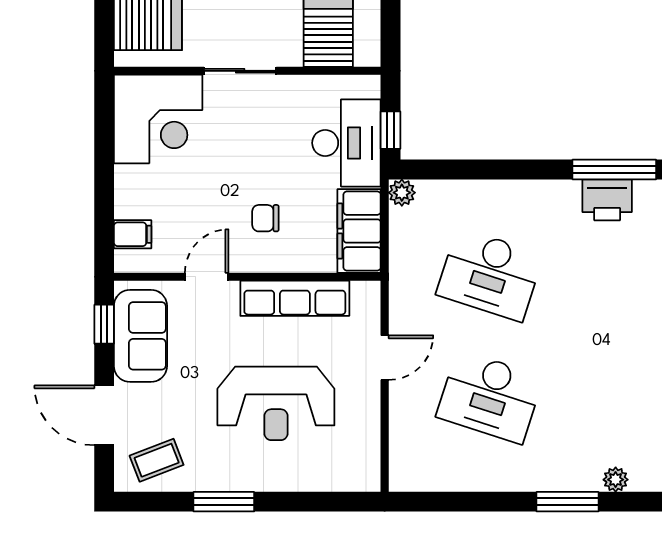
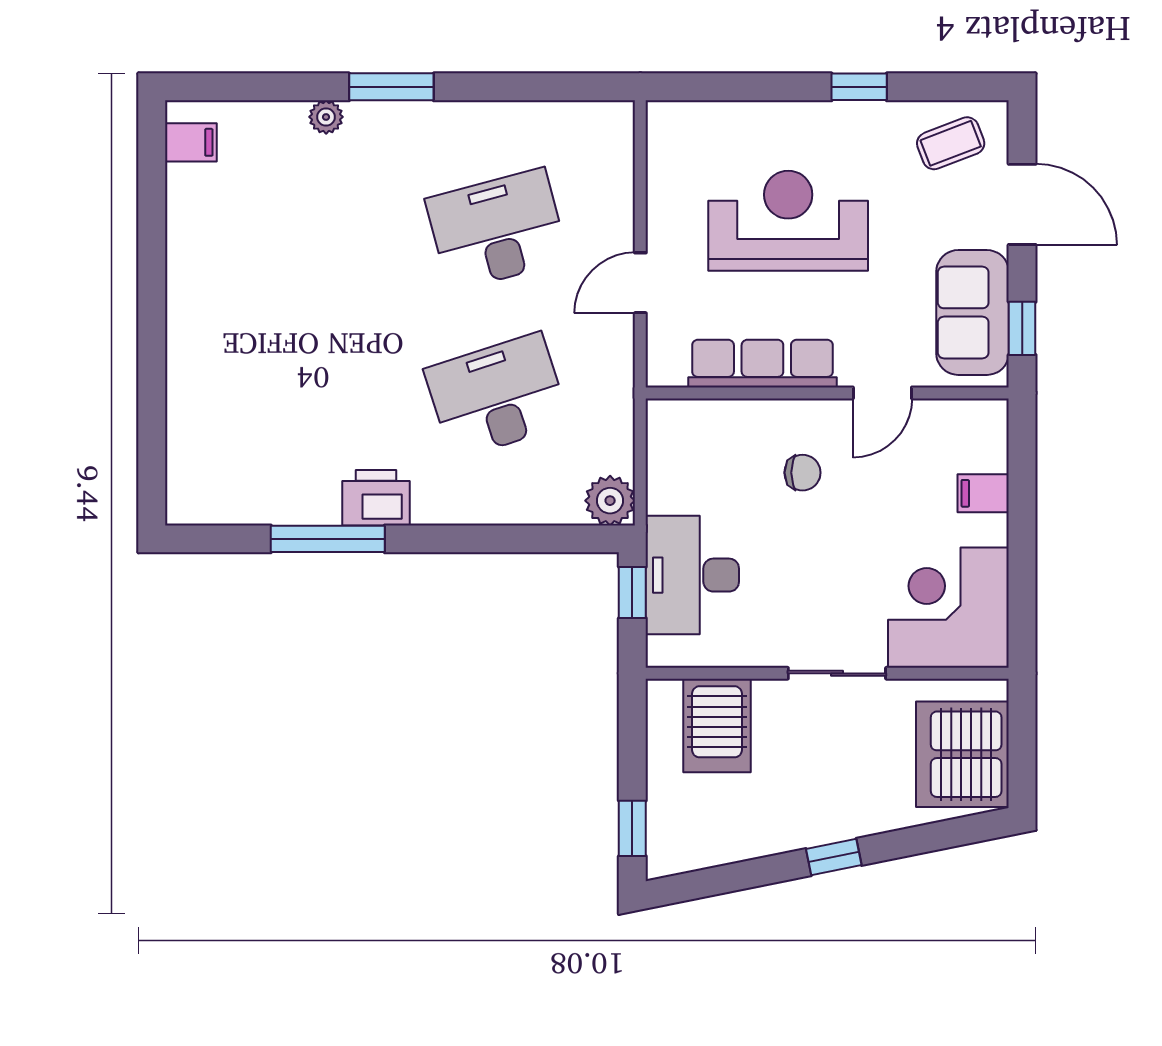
plant: (402, 193) -> (610, 501), width x1.38, depth x1.38
printer: (607, 200) -> (376, 498), moved
filing cabinet: (359, 231) -> (675, 455), removed
filing cabinet: (133, 234) -> (983, 493), moved
desk: (490, 274) -> (497, 396), turned -36
desk: (490, 397) -> (497, 230), turned -33
window: (224, 502) -> (859, 87), width x0.67

